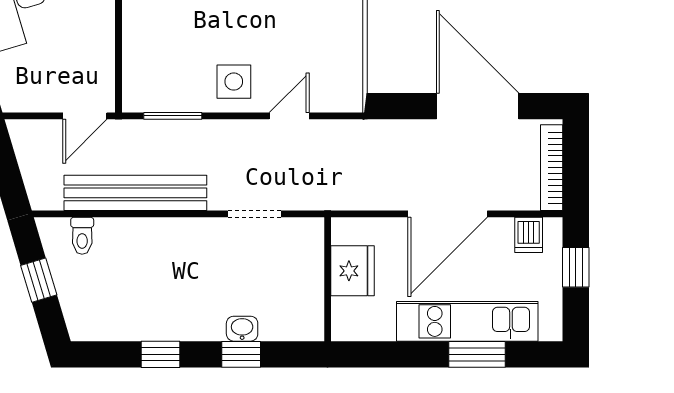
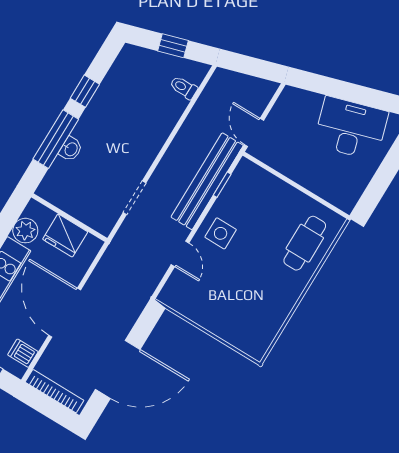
window: (173, 116) -> (222, 185), width x0.67
bench: (135, 193) -> (207, 181), moved
plant: (376, 323) -> (25, 231), added
window: (241, 354) -> (56, 139), width x2.17

